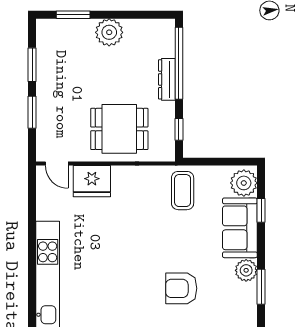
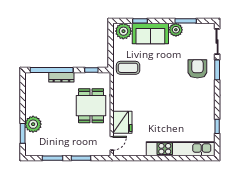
plant: (109, 32) -> (33, 124), moved
armchair: (181, 288) -> (197, 69), moved, turned 180

